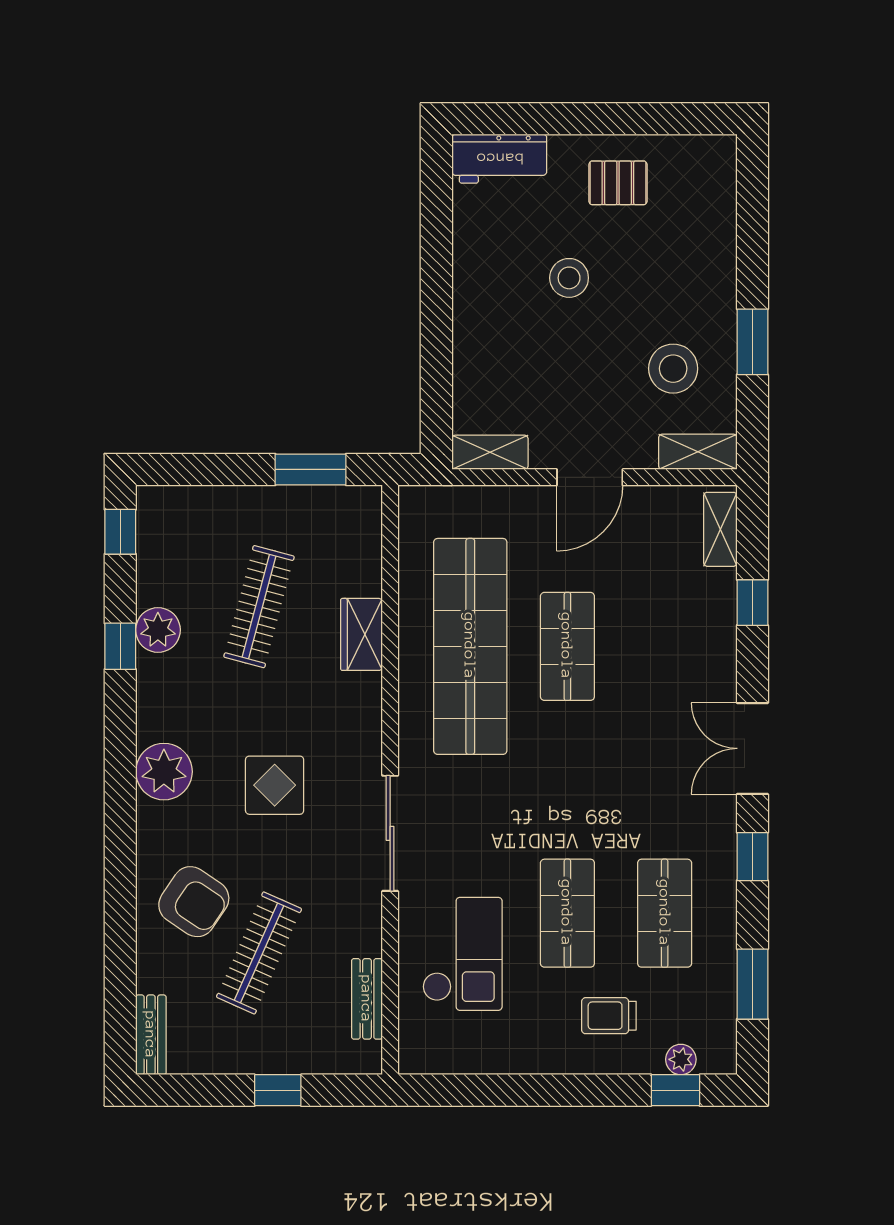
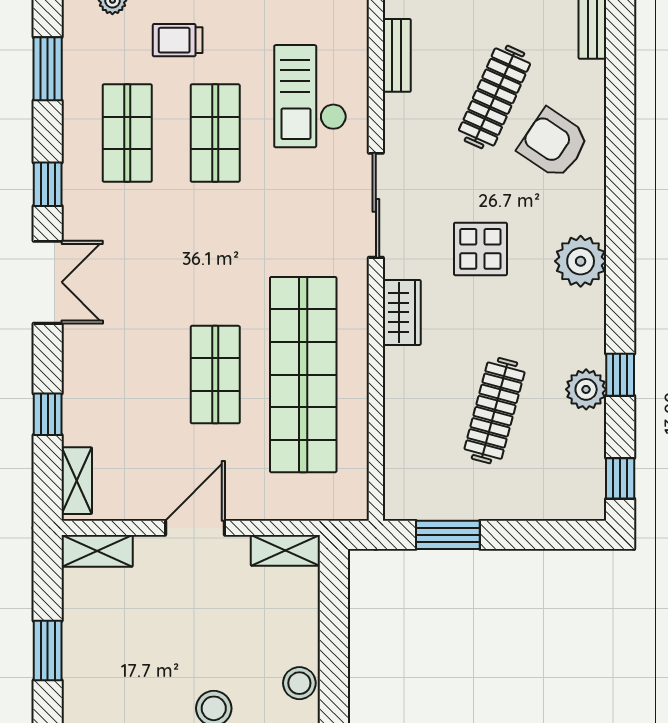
stool: (673, 369) -> (299, 683), moved, width x0.73, depth x0.73
wardrobe: (361, 634) -> (402, 312), moved
trolley: (609, 1016) -> (178, 40), turned 180

